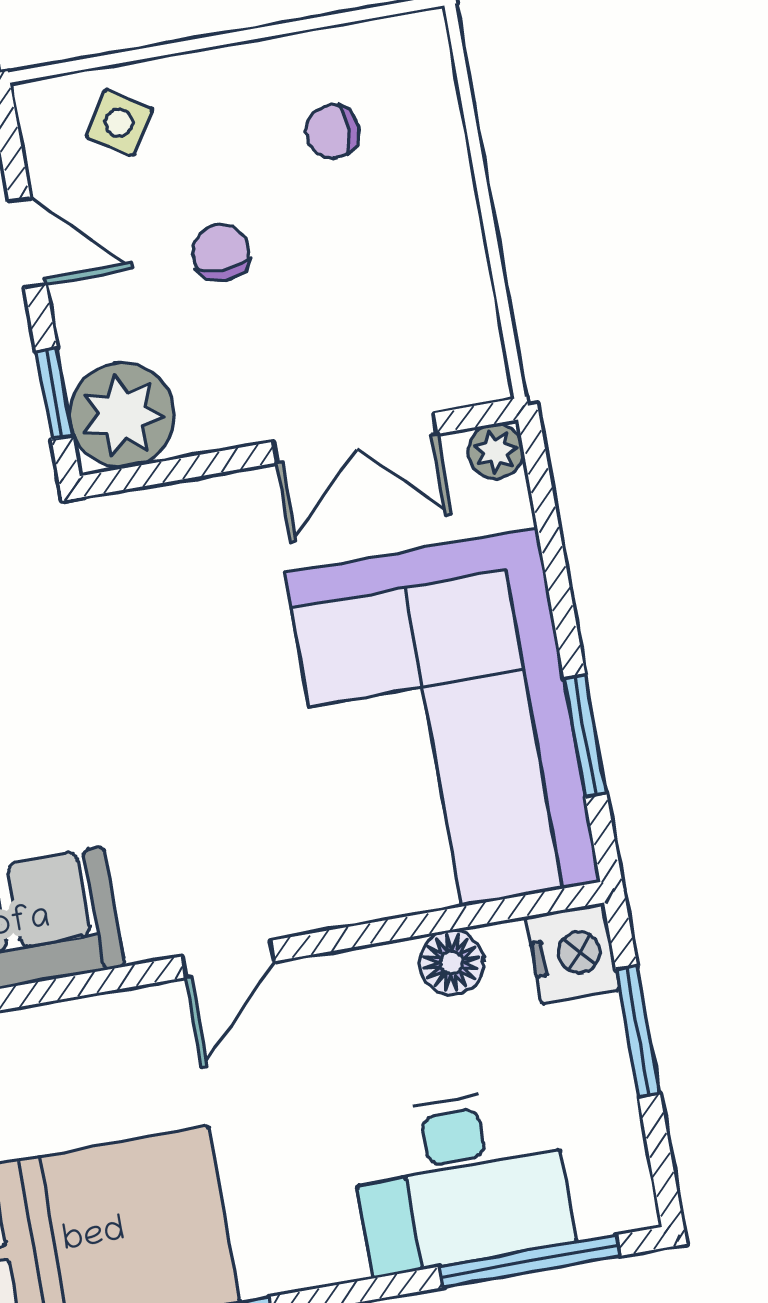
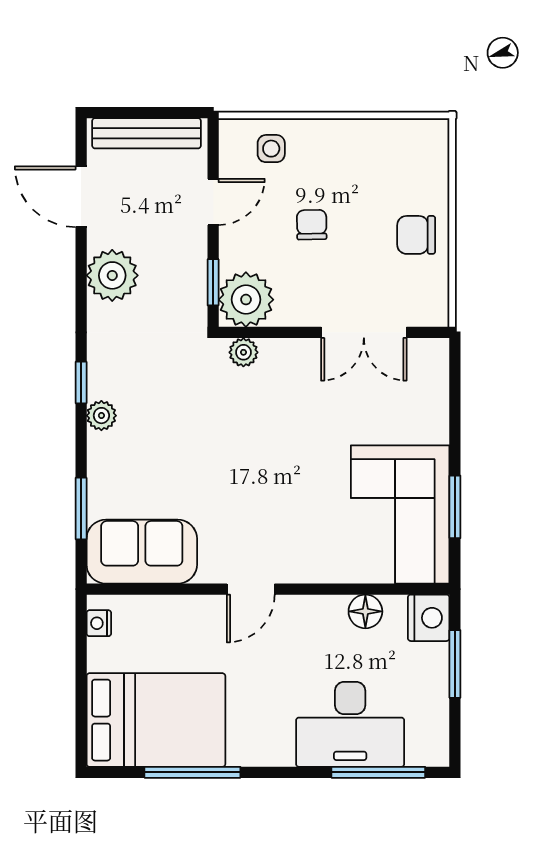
side table: (119, 123) -> (271, 149), turned -33
chair: (332, 131) -> (416, 235), moved, width x1.37, depth x1.37
door: (27, 243) -> (213, 202), hinge flipped
plant: (496, 451) -> (243, 352), moved
corner sofa: (443, 727) -> (400, 514), width x0.73, depth x0.74

